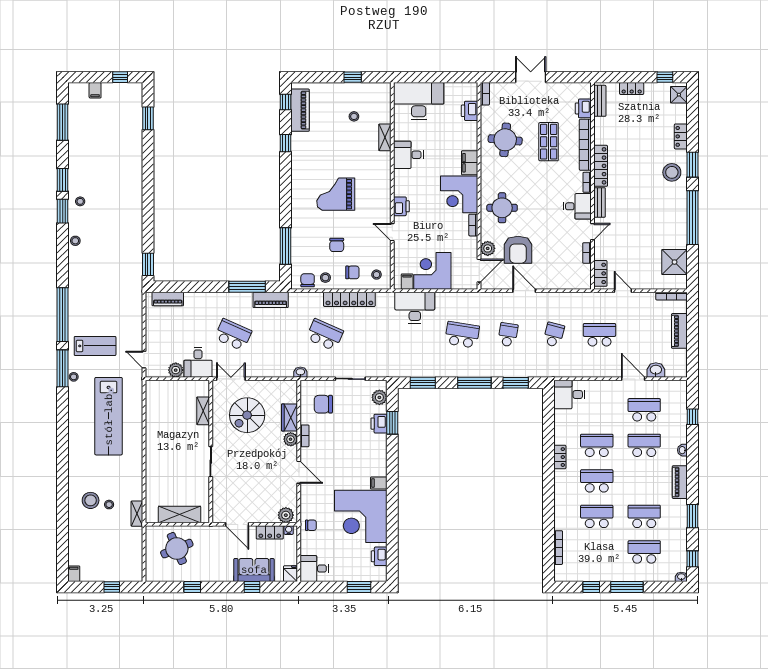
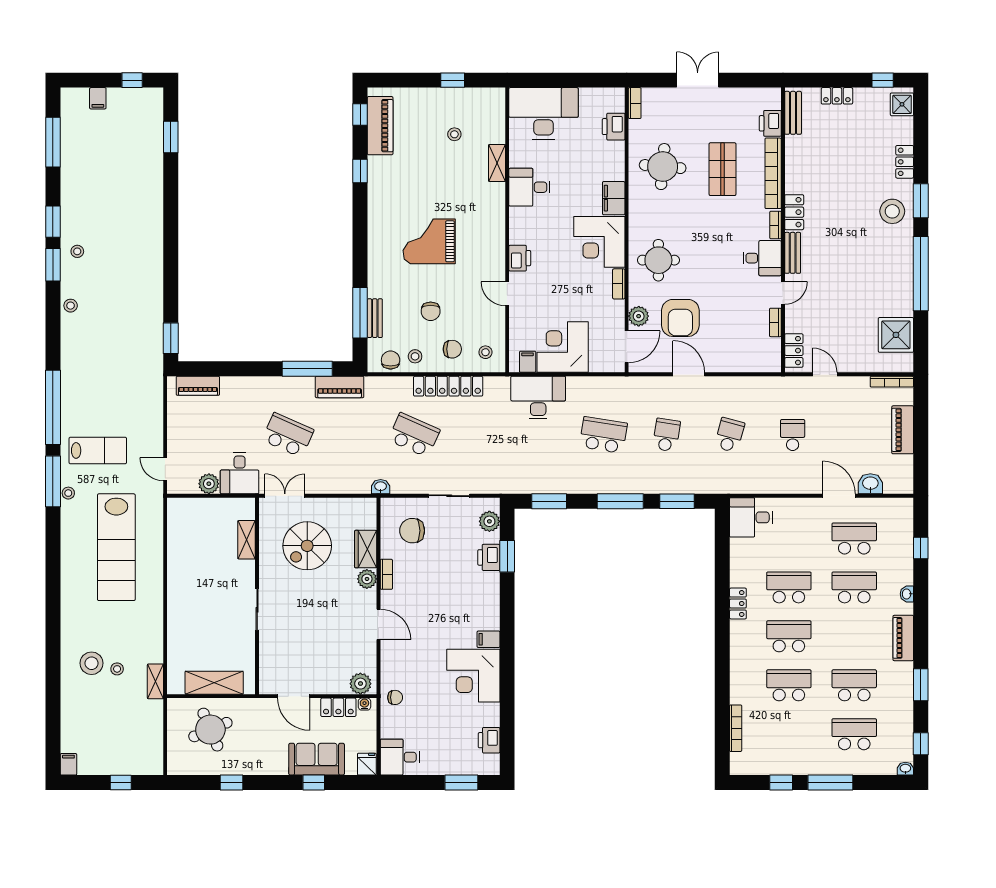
locker: (601, 166) -> (794, 212), width x0.66
bench: (296, 250) -> (375, 318), added
school desk: (599, 335) -> (793, 435), width x0.54
corner desk: (361, 516) -> (473, 676), width x0.74, depth x0.74

